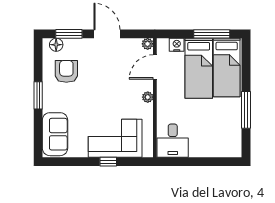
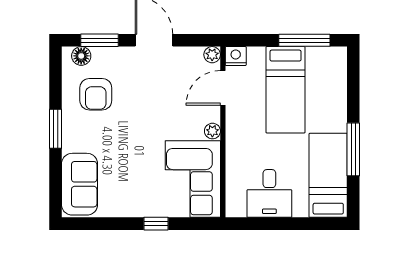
nightstand: (177, 45) -> (236, 56), moved
bed: (227, 68) -> (328, 175), moved, turned 180
armchair: (66, 71) -> (96, 94), turned 180
corner sofa: (115, 138) -> (193, 179), moved, turned -90
desk: (173, 141) -> (269, 193), moved

